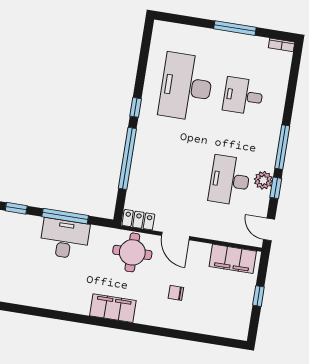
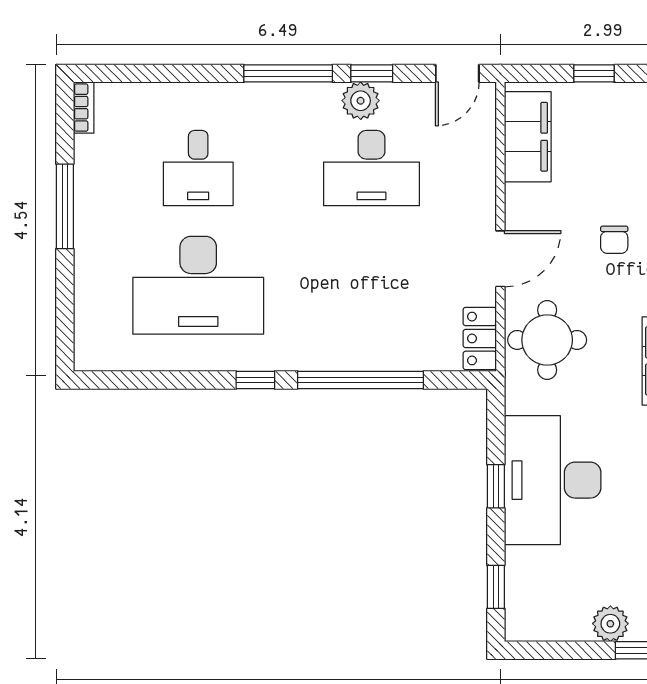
window: (65, 216) -> (496, 486), width x0.46
desk: (65, 239) -> (553, 480), width x1.36, depth x1.30

